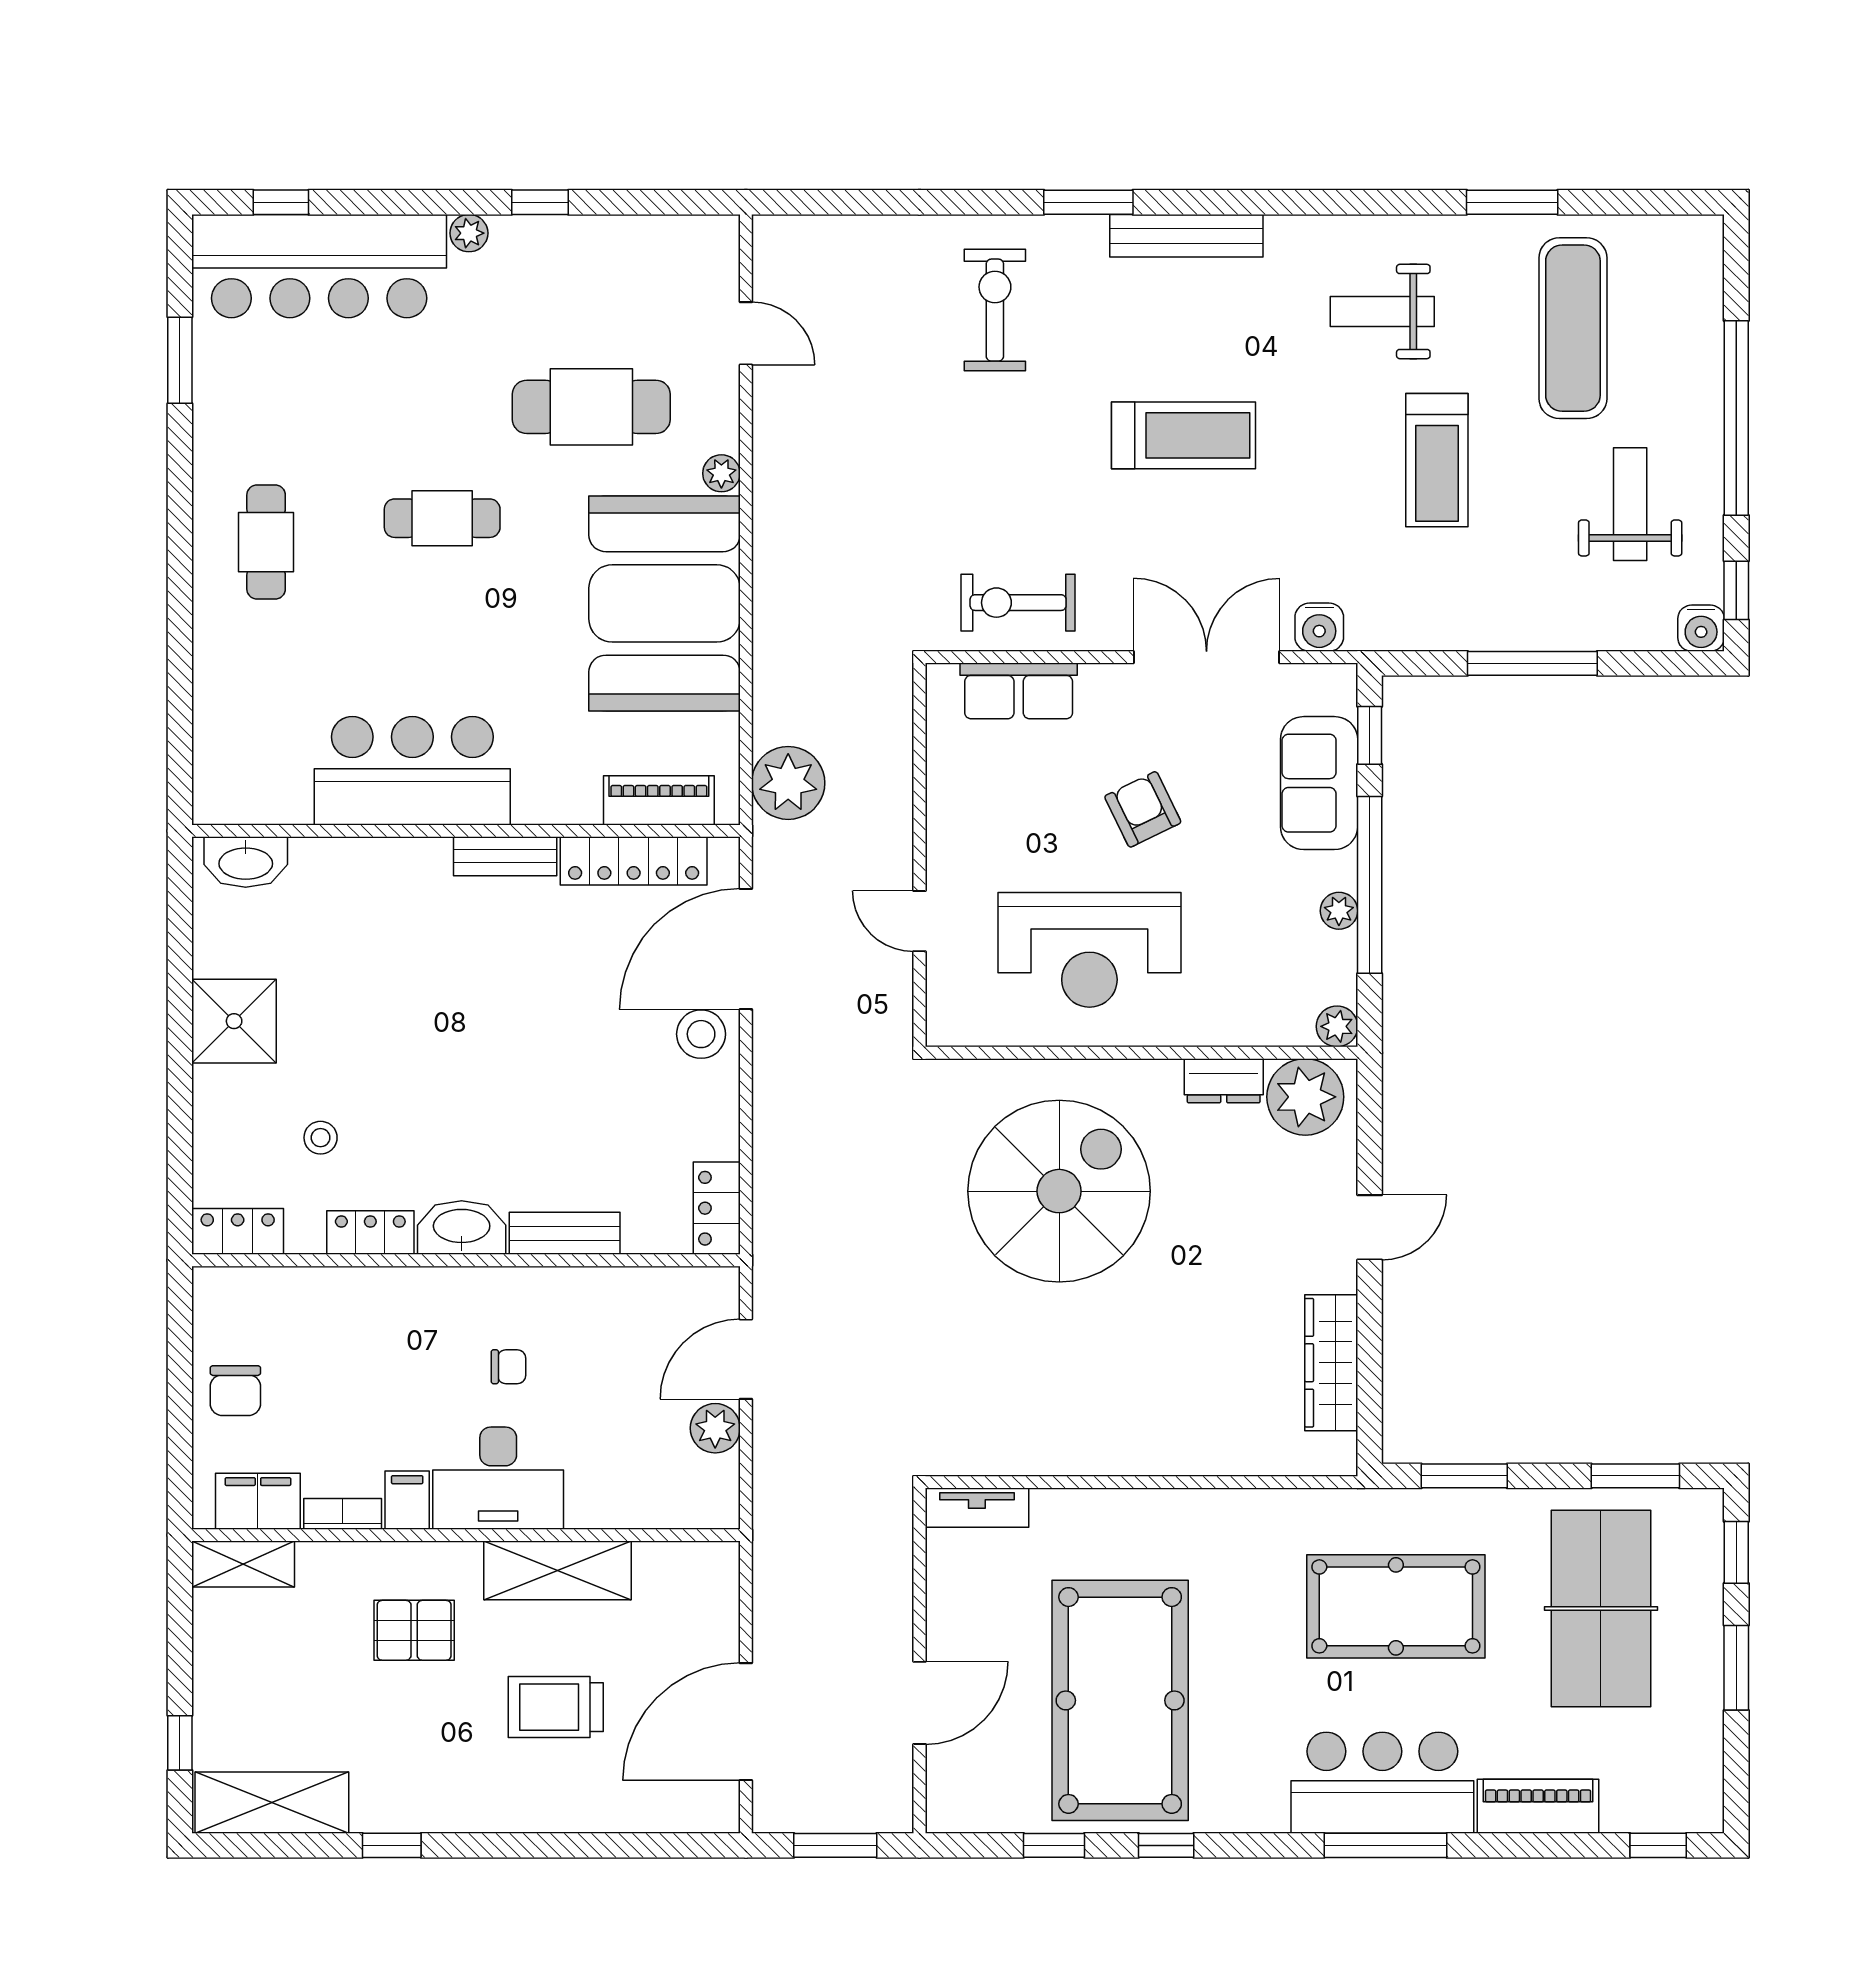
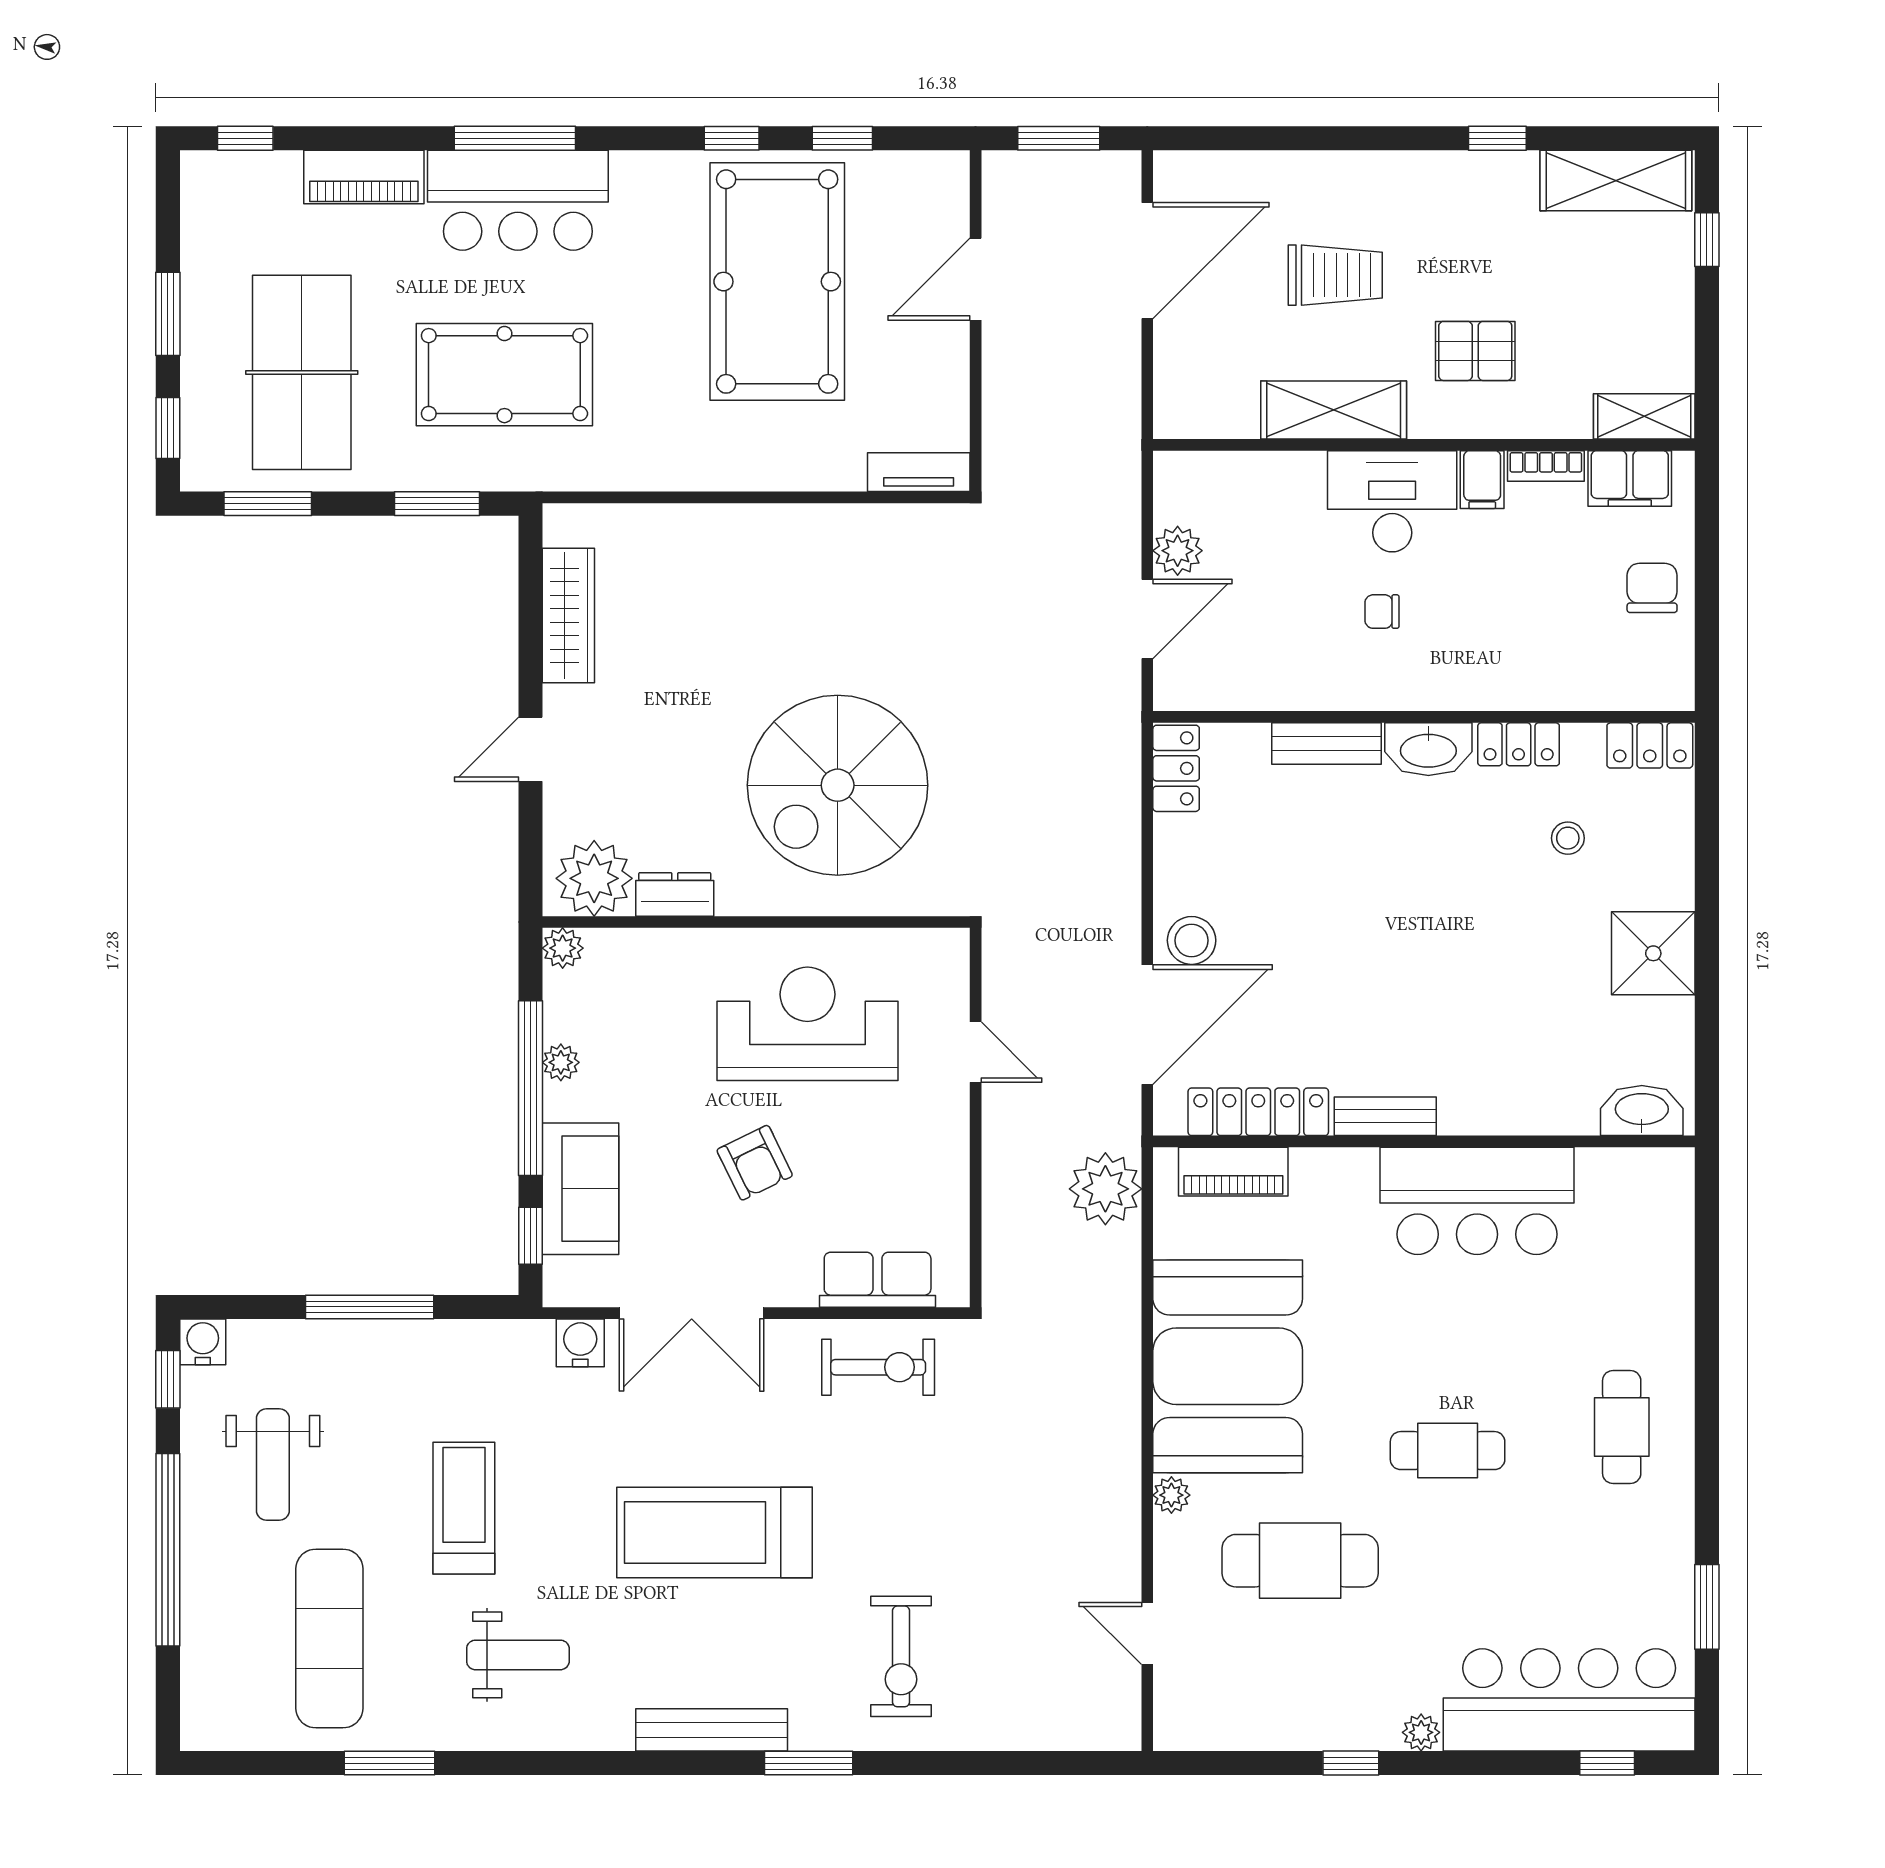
treadmill: (1183, 435) -> (715, 1533), width x1.37, depth x1.38

